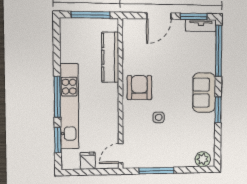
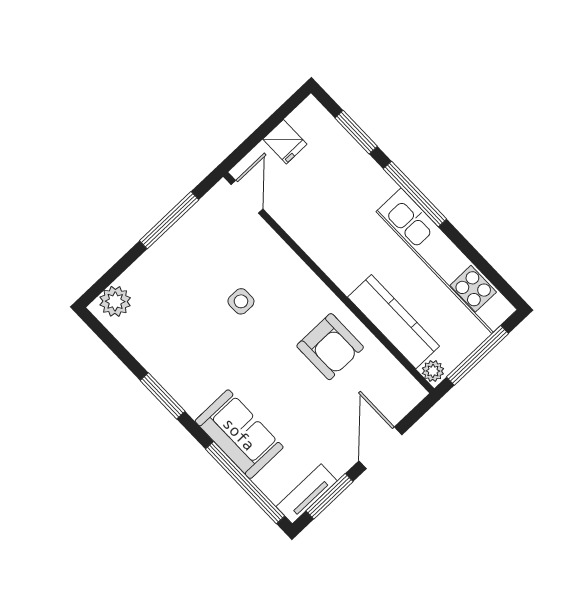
plant: (113, 25) -> (433, 371), added
armchair: (139, 88) -> (330, 347), moved
sofa: (204, 93) -> (239, 434), moved
kitchen unit: (69, 106) -> (446, 261), moved

